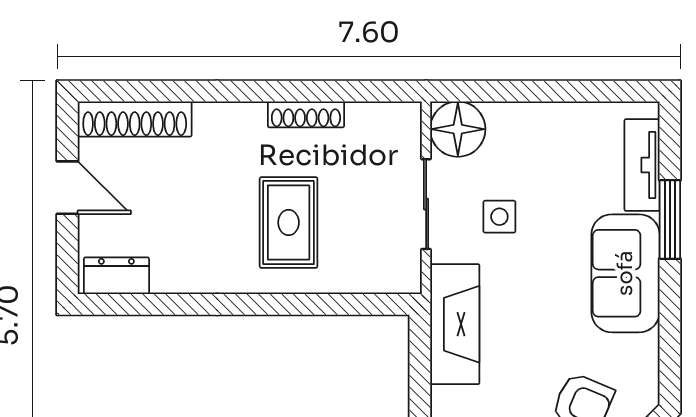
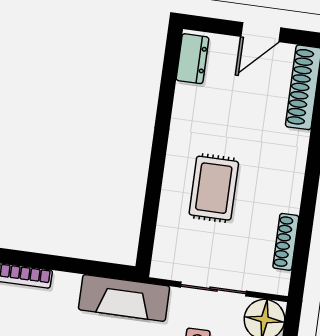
shoe rack: (306, 114) -> (286, 242), moved
rug: (289, 223) -> (214, 188), turned 90

